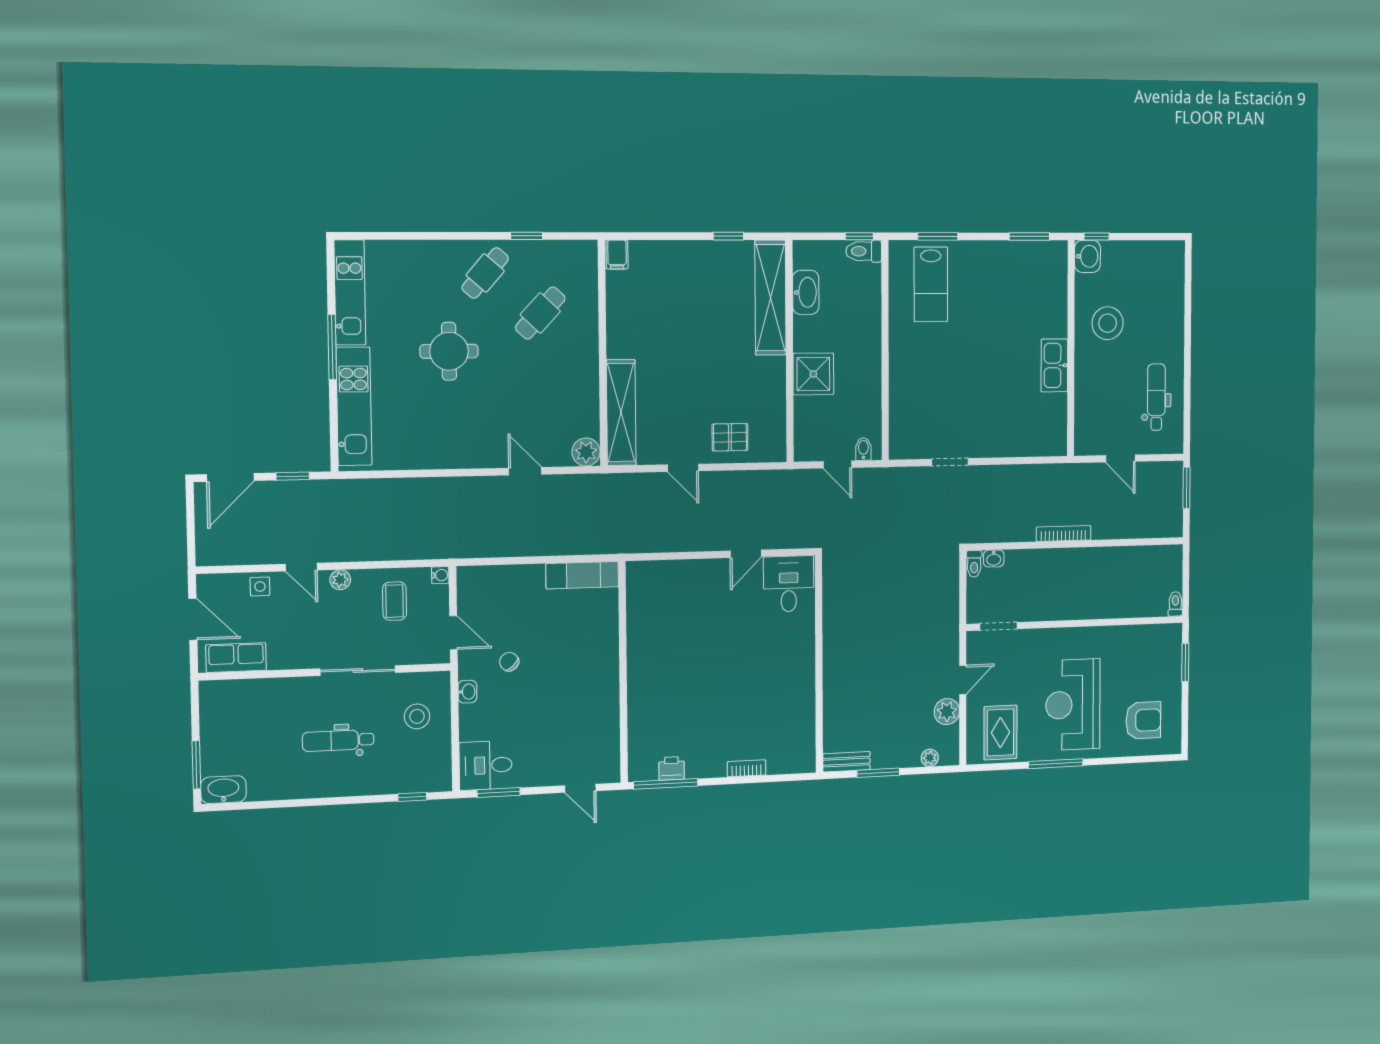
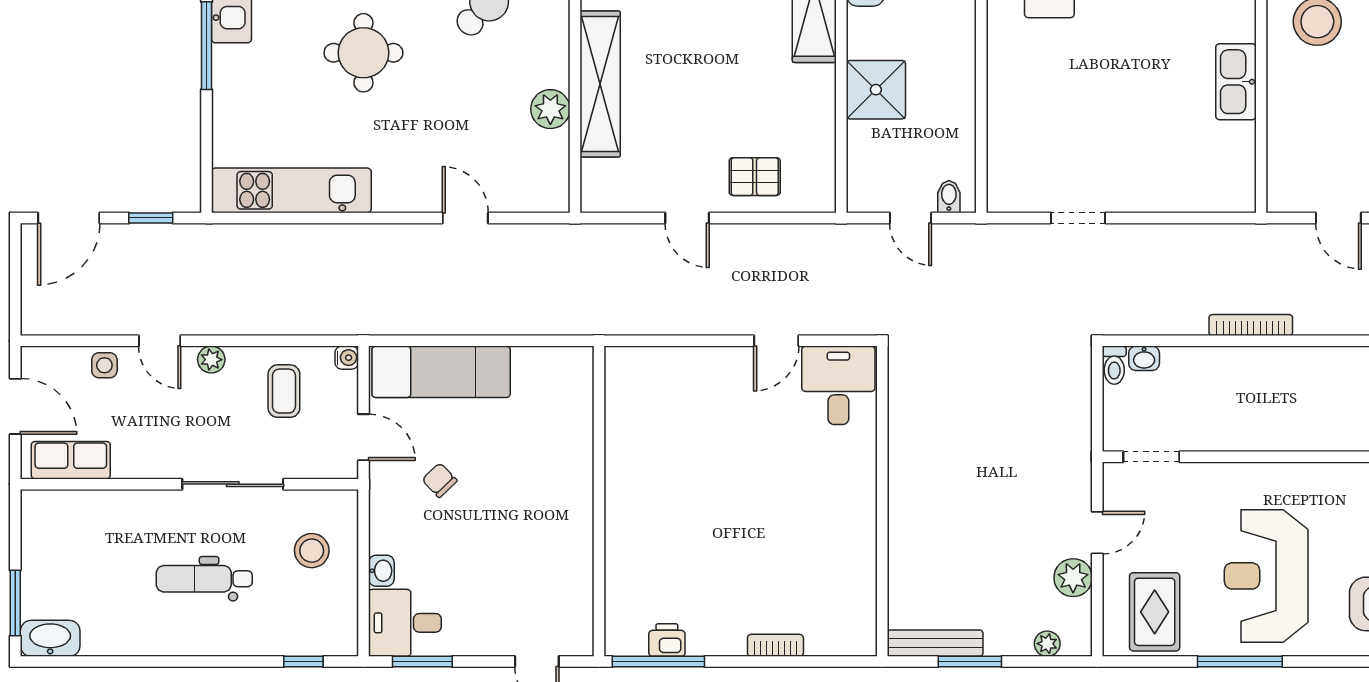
kitchen unit: (354, 406) -> (291, 190), moved, turned -90
shelving: (621, 413) -> (600, 84), moved
plant: (586, 452) -> (550, 109), moved
exam couch: (582, 575) -> (441, 372), moved, width x1.36, depth x1.45
washbasin: (467, 692) -> (381, 571), moved
bench: (846, 762) -> (935, 643), width x1.36

